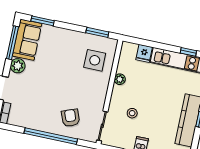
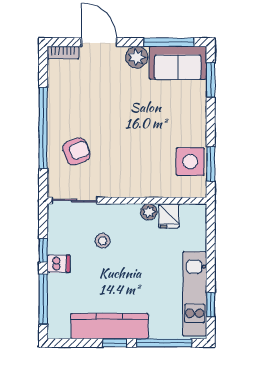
fridge: (144, 53) -> (169, 216), moved, turned -90
side table: (95, 60) -> (190, 162), moved

